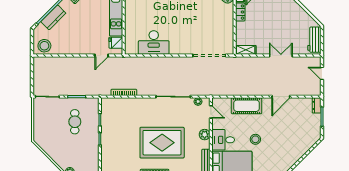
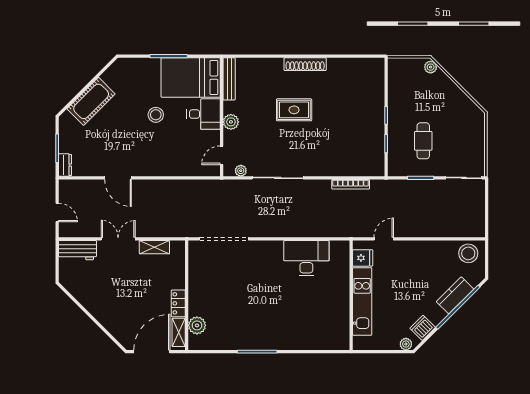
workbench: (314, 40) -> (77, 250), moved, turned 90
shelving: (246, 50) -> (154, 247), moved
double door: (281, 56) -> (118, 239), swing flipped
door: (281, 97) -> (118, 178), swing flipped
cot: (246, 106) -> (91, 101), moved, turned -45
door: (211, 112) -> (222, 155), hinge flipped
rug: (162, 143) -> (294, 110), width x0.54, depth x0.49

